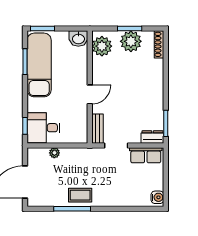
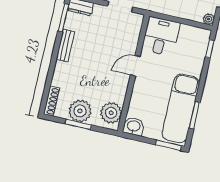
desk: (44, 128) -> (161, 36), moved, turned -90
bench: (98, 129) -> (65, 46), moved
plant: (54, 153) -> (209, 19), moved

